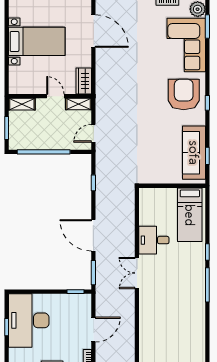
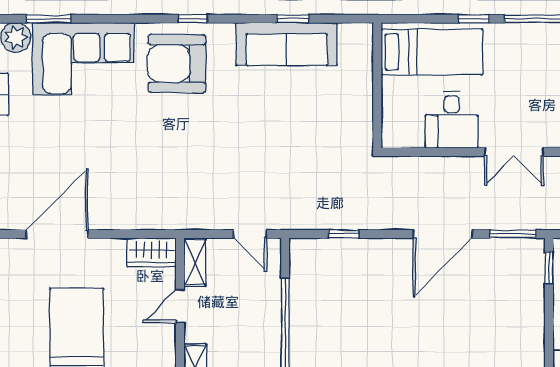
wall: (172, 186) -> (377, 85), moved
bed: (190, 215) -> (432, 52), moved

